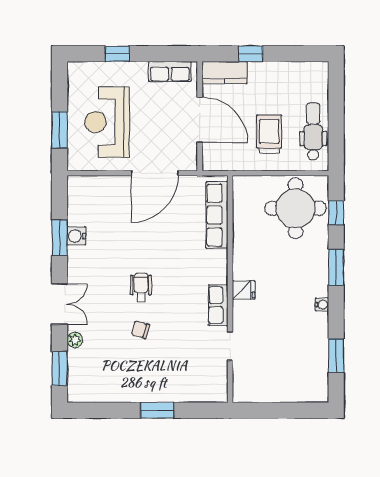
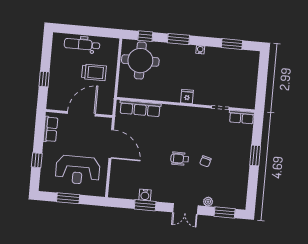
kitchen counter: (224, 73) -> (54, 96), removed
window: (60, 130) -> (68, 198), moved
dental chair: (313, 131) -> (82, 44), moved
trolley: (269, 134) -> (94, 72), turned 180
double door: (60, 304) -> (185, 209), swing flipped
row of seats: (218, 305) -> (242, 117), moved

